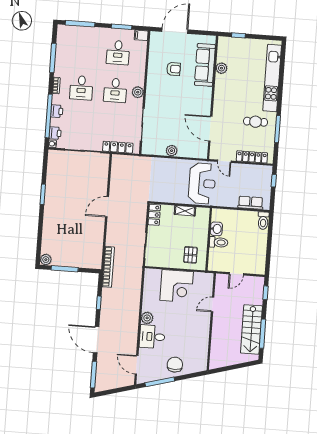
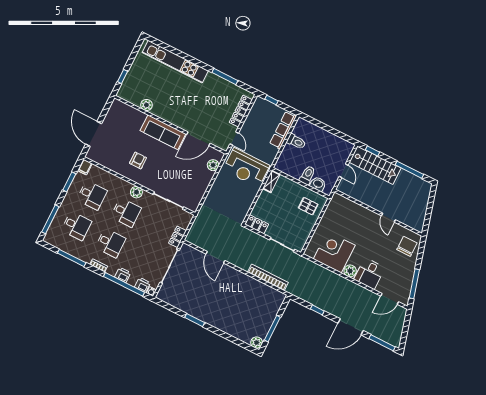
desk: (84, 50) -> (76, 226), added
sofa: (205, 65) -> (163, 132), moved
armchair: (173, 69) -> (138, 160), moved
cafe table: (256, 122) -> (209, 94), removed
locker: (118, 147) -> (177, 237), width x0.66
plant: (172, 151) -> (213, 165), moved
door: (224, 161) -> (234, 138), hinge flipped
reception desk: (202, 183) -> (246, 168), turned 180
row of seats: (251, 203) -> (283, 130), width x1.48
door: (107, 207) -> (215, 257), moved
shelving: (185, 211) -> (271, 181), moved
toilet: (263, 221) -> (296, 142), moved
washbasin: (216, 229) -> (318, 184), moved
bookcase: (108, 267) -> (268, 277), moved
corner desk: (177, 286) -> (334, 252), moved, turned -90
door: (213, 304) -> (388, 218), moved
stairs: (251, 329) -> (375, 165), moved
chair: (175, 365) -> (407, 246), moved, turned 90

